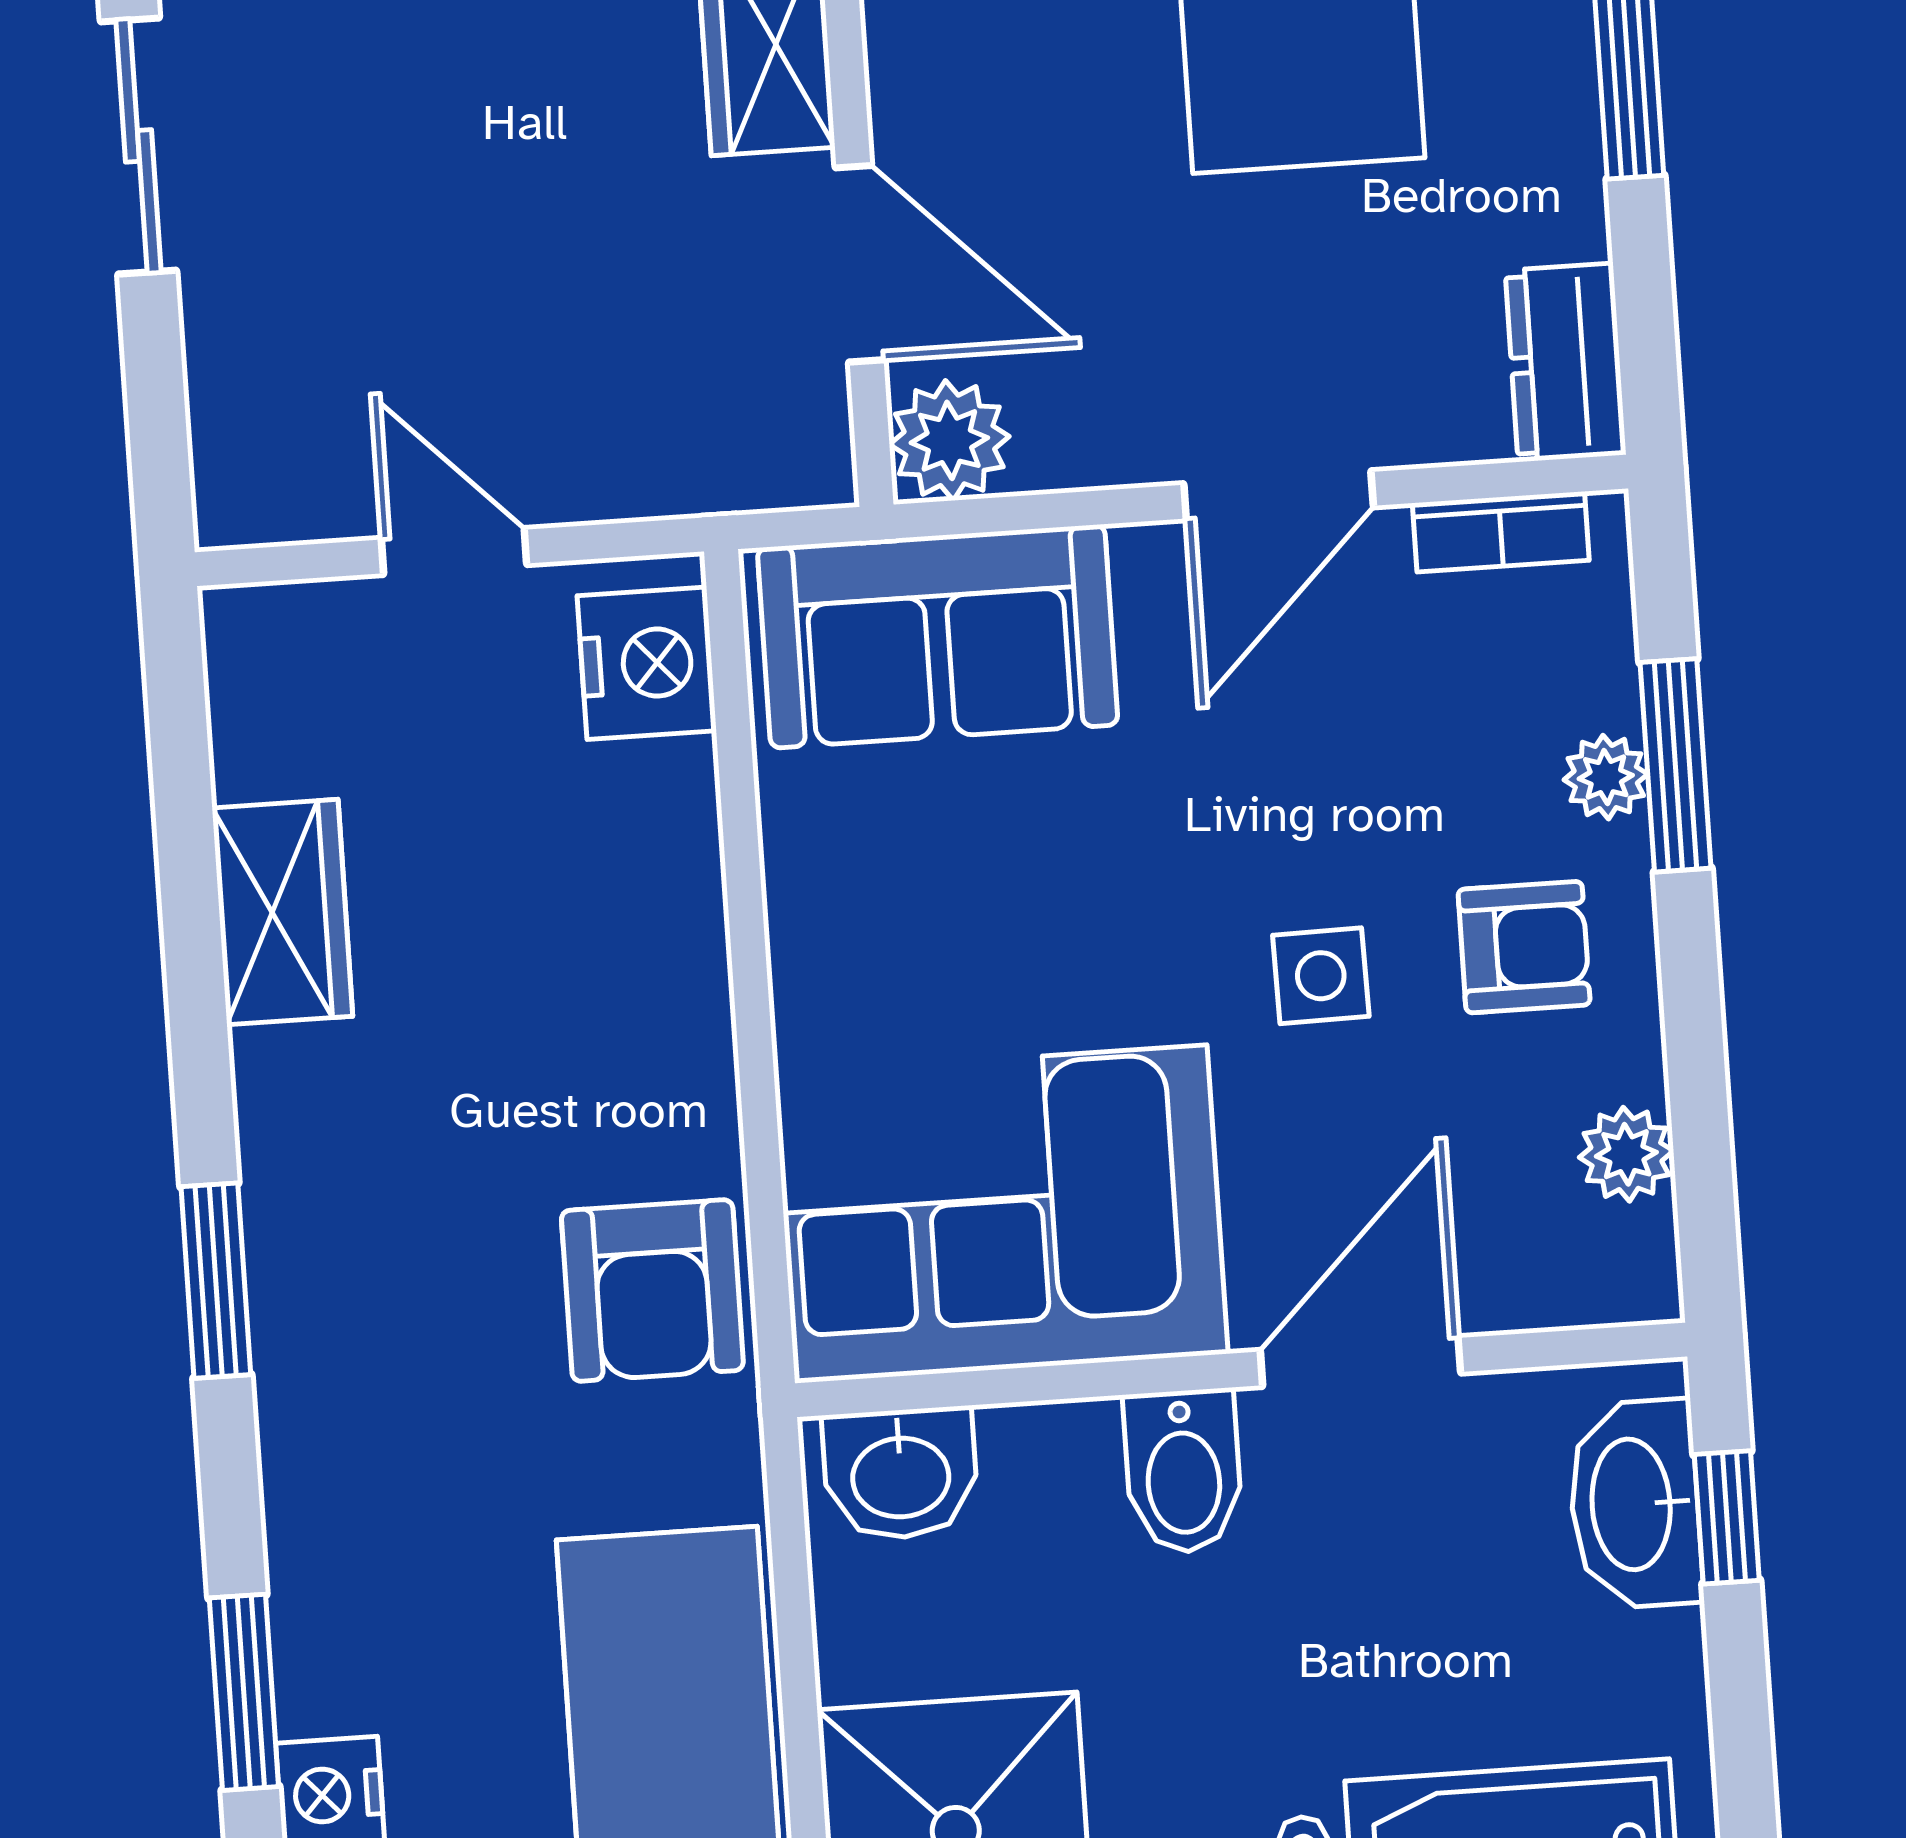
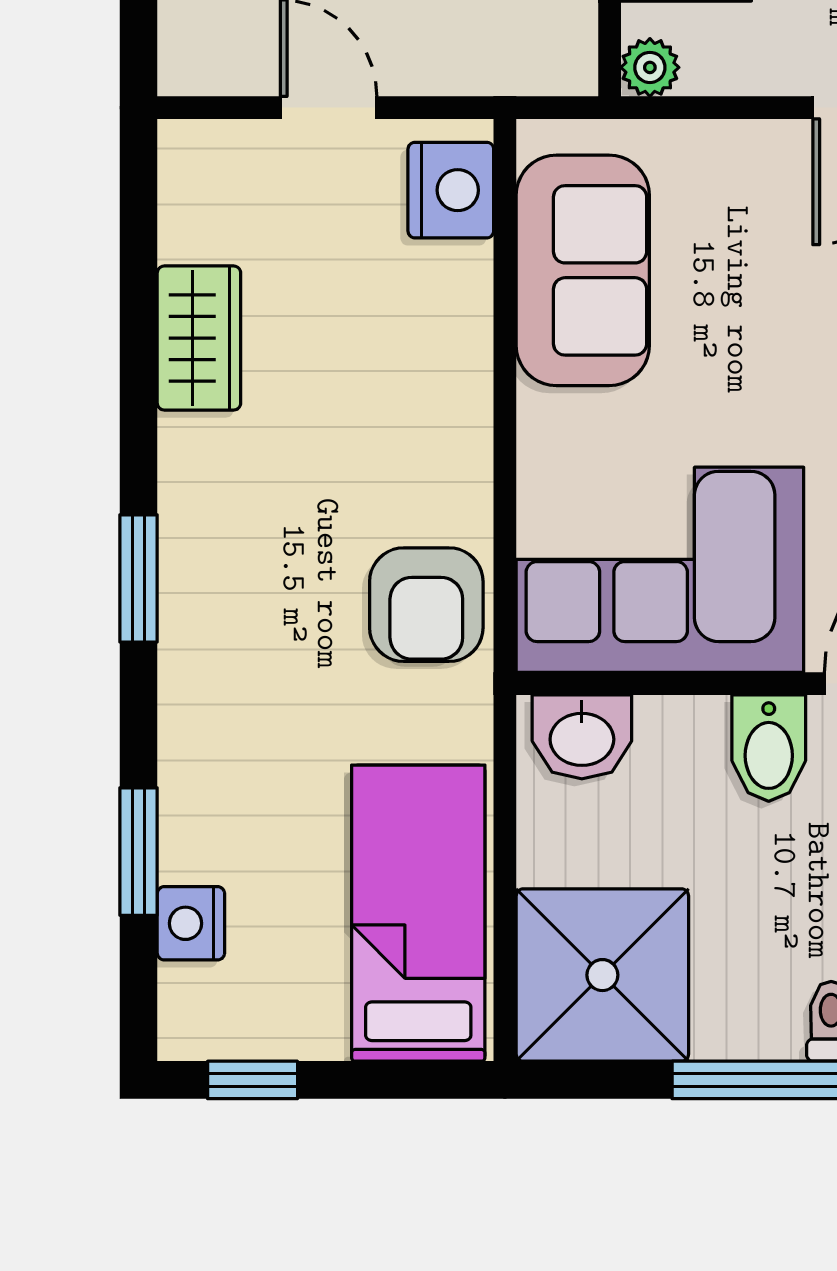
plant: (949, 440) -> (650, 67), width x0.73, depth x0.73
sofa: (938, 636) -> (583, 270), moved, turned -90

